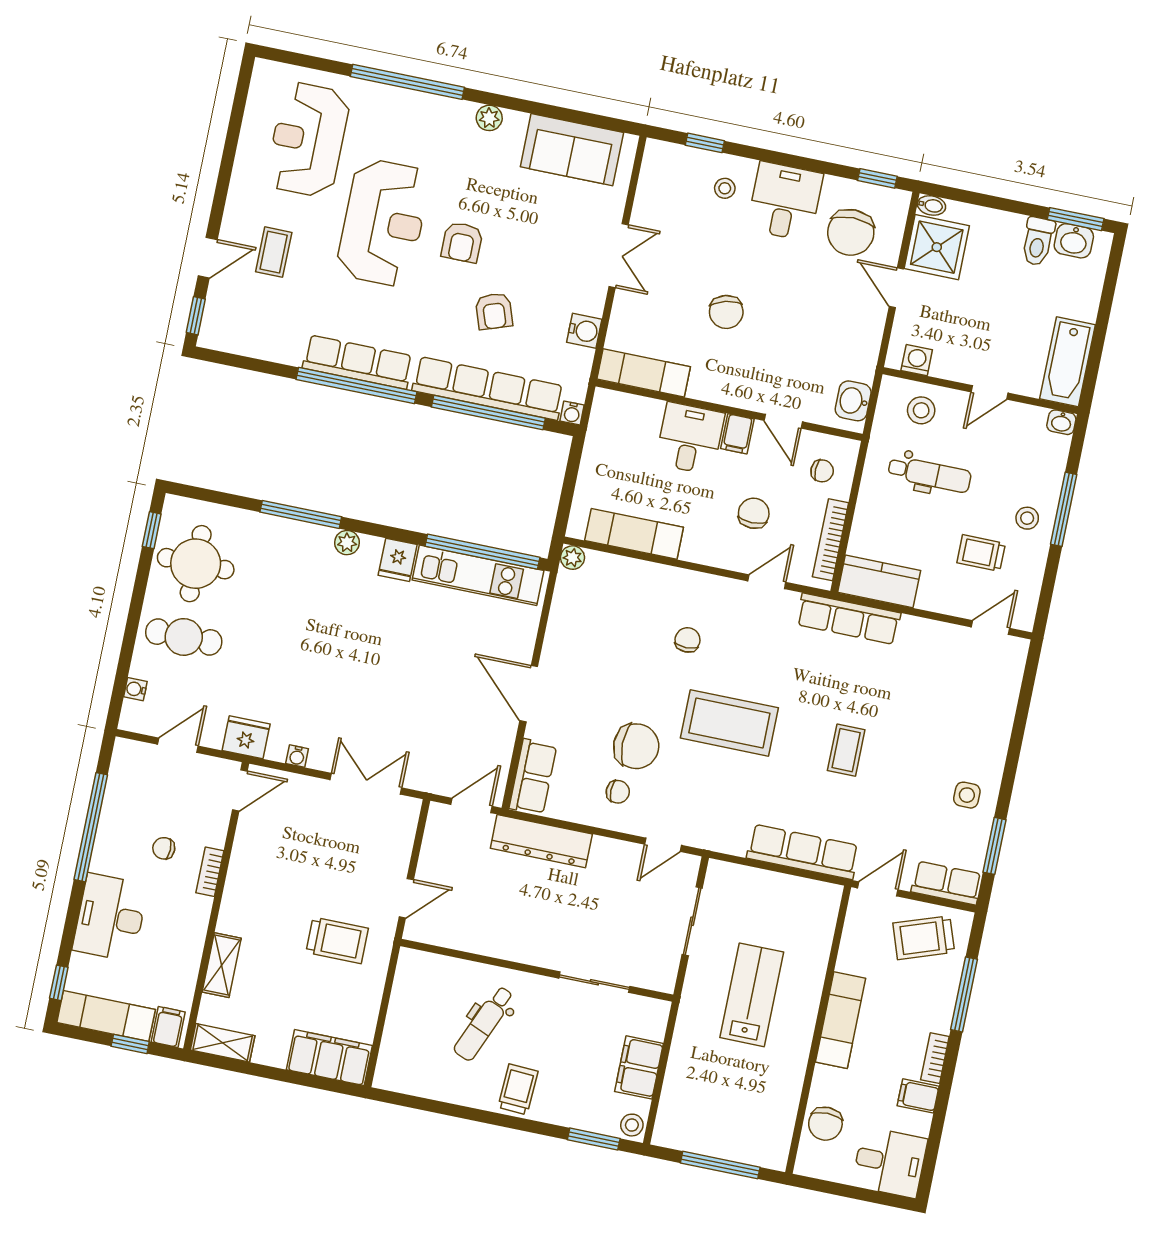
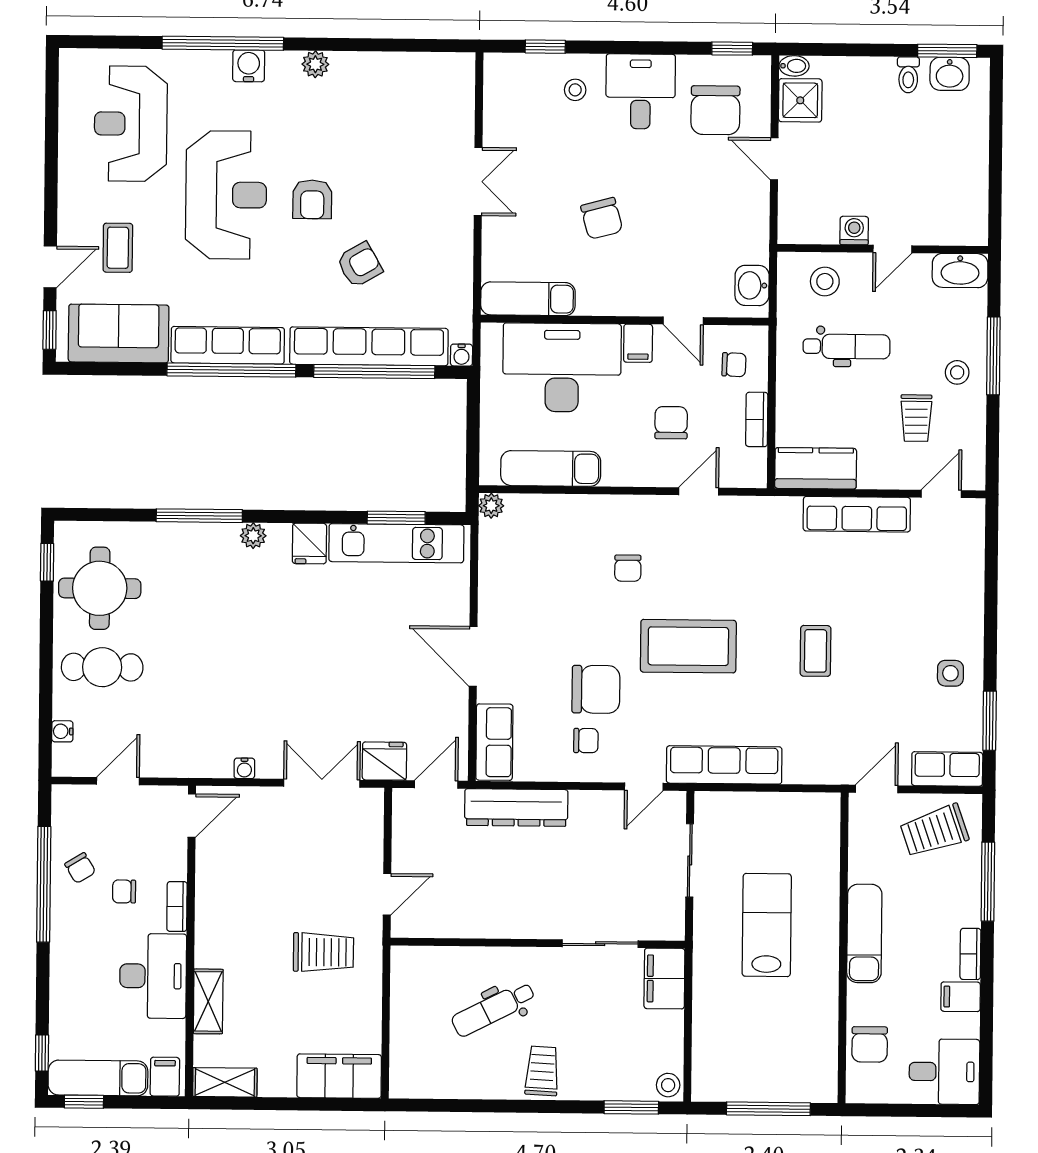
sofa: (572, 150) -> (119, 333), moved, turned 180
toilet: (1038, 241) -> (908, 75), width x0.73, depth x0.72
shower: (937, 247) -> (800, 100), width x0.73, depth x0.73
armchair: (494, 311) -> (359, 265), turned -101
water cooler: (584, 331) -> (249, 66), moved, turned -90
washing machine: (917, 360) -> (854, 231), moved
bathtub: (1067, 362) -> (968, 201), removed
washbasin: (1061, 422) -> (960, 271), width x1.91, depth x1.45
desk: (690, 438) -> (562, 367), width x1.87, depth x1.30
bookcase: (831, 540) -> (757, 419), width x0.64
window: (482, 552) -> (396, 518), width x0.47
trolley: (981, 553) -> (916, 418), turned -90
row of seats: (849, 619) -> (857, 514), moved
chair: (688, 640) -> (628, 568), turned 180
fridge: (246, 737) -> (384, 761), moved
chair: (127, 819) -> (80, 868), added
row of seats: (803, 852) -> (724, 765), moved
desk: (110, 917) -> (153, 976), moved, turned 180
dental chair: (484, 1023) -> (493, 1009), turned 40
window: (130, 1044) -> (84, 1102), moved
filing cabinet: (639, 1067) -> (664, 979), moved

